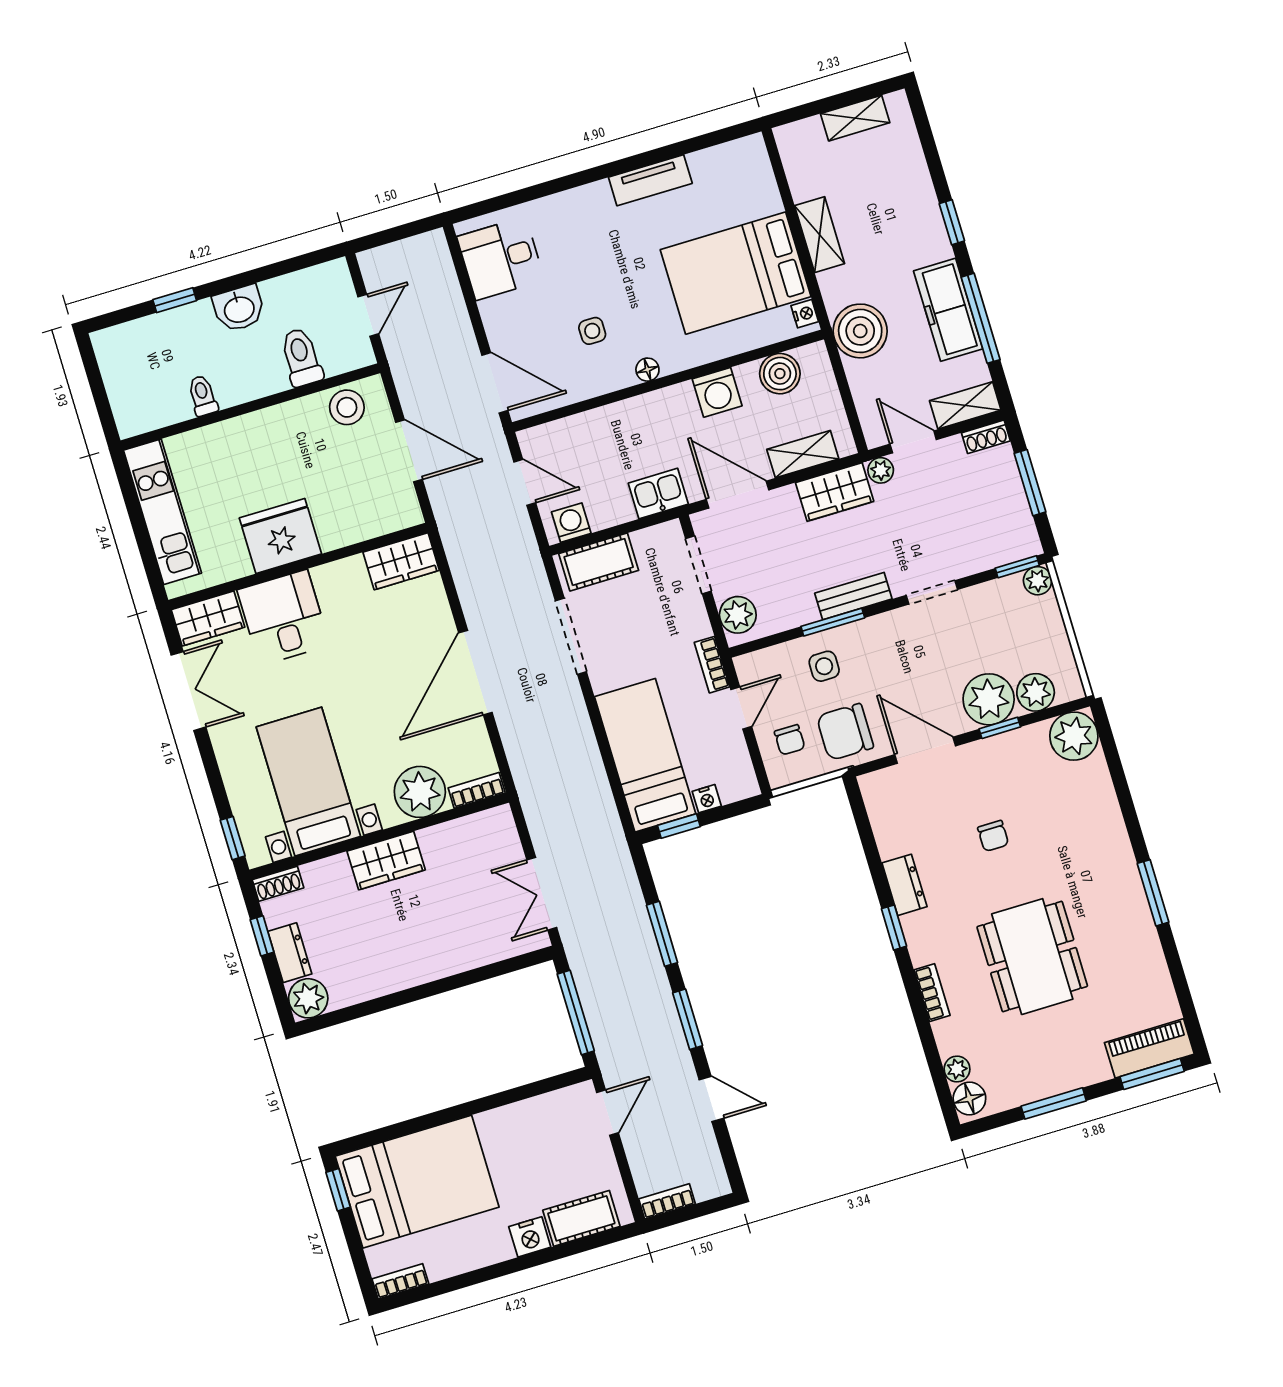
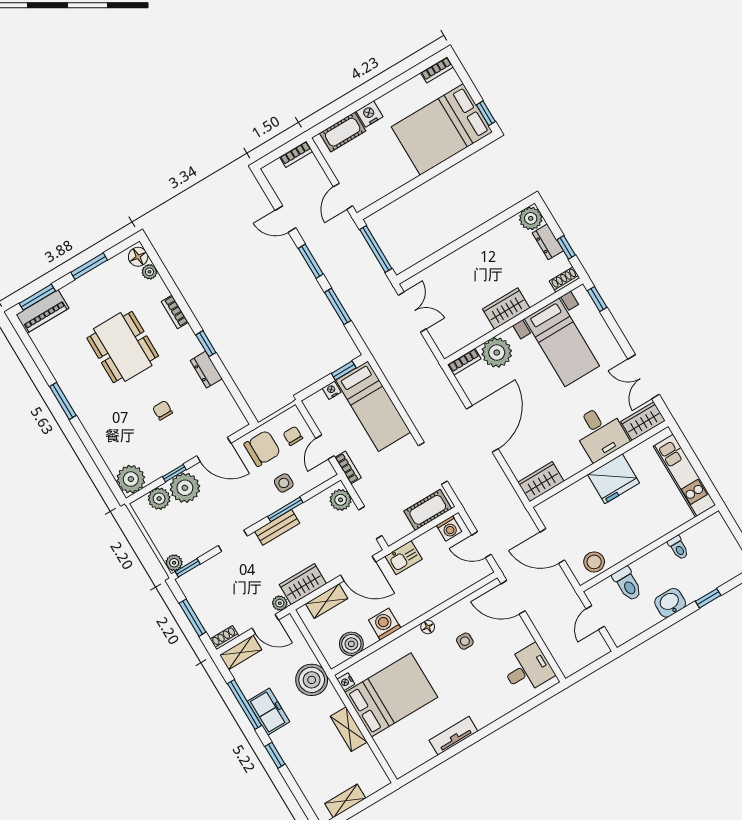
freezer: (948, 310) -> (268, 712), width x0.71

